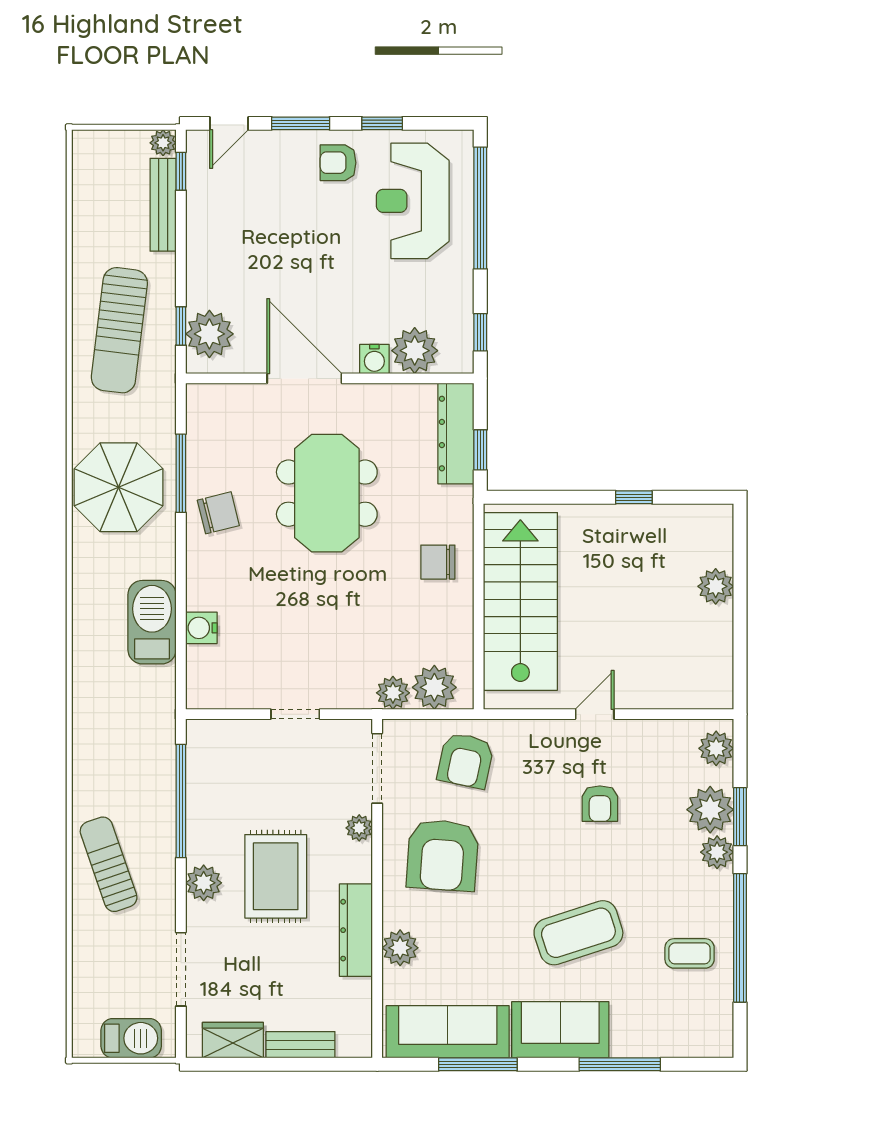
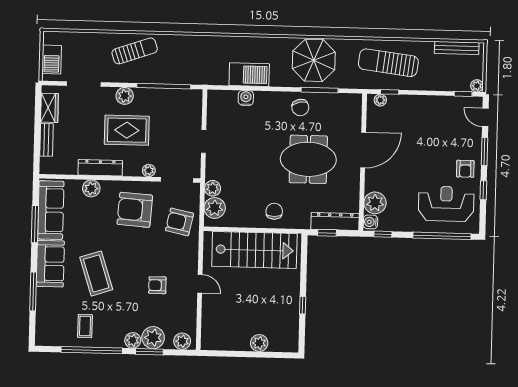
armchair: (338, 163) -> (465, 169), turned 180
bench: (163, 205) -> (457, 48), moved
plant: (209, 334) -> (380, 100), width x0.53, depth x0.53
water cooler: (374, 359) -> (371, 222), moved

